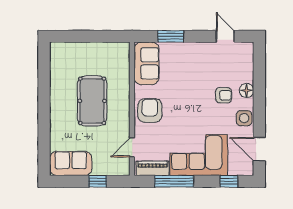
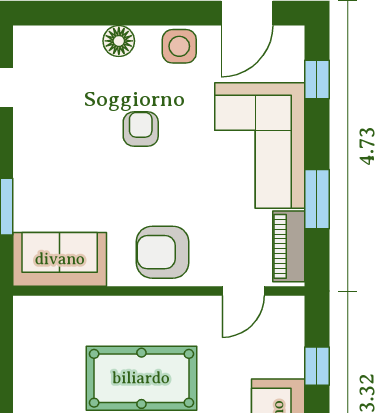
armchair: (224, 95) -> (141, 129), moved
door: (132, 147) -> (243, 291), hinge flipped
window: (174, 181) -> (317, 199), width x0.69

